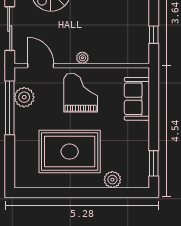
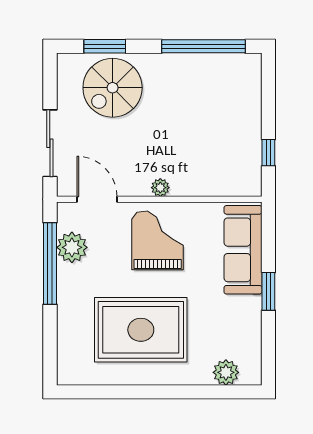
sofa: (137, 99) -> (243, 250), width x1.36
window: (154, 163) -> (268, 291), moved
plant: (112, 180) -> (226, 372), moved

